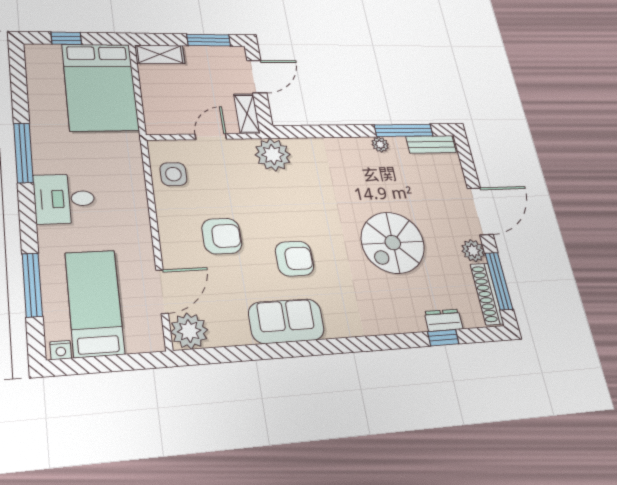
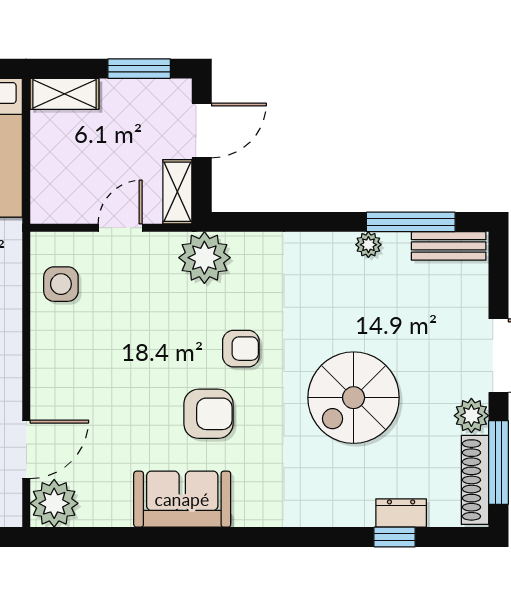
armchair: (222, 236) -> (241, 349), moved, width x0.72, depth x0.72

